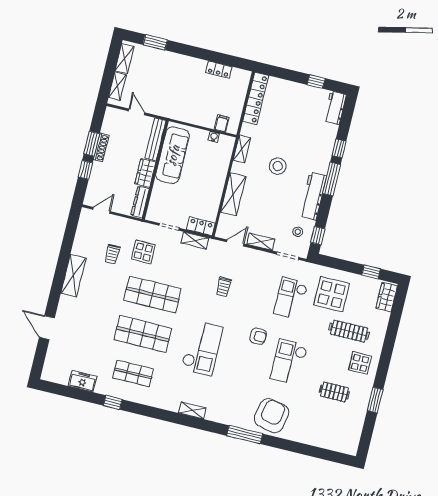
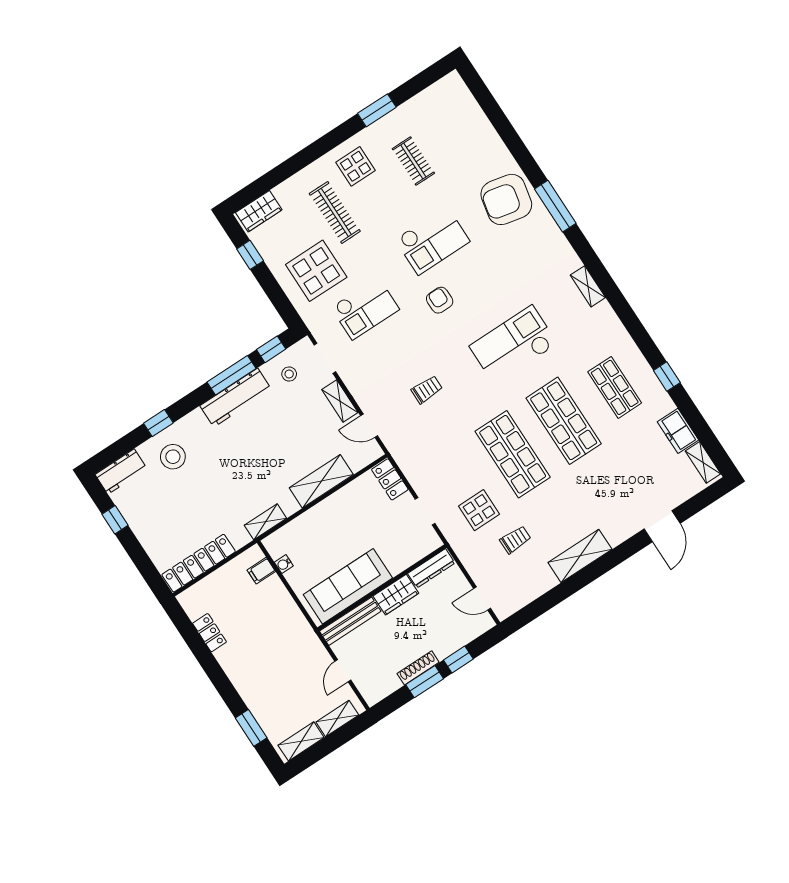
stool: (278, 166) -> (173, 457), moved
window: (332, 179) -> (232, 375), moved
shelving: (195, 240) -> (703, 462), moved

